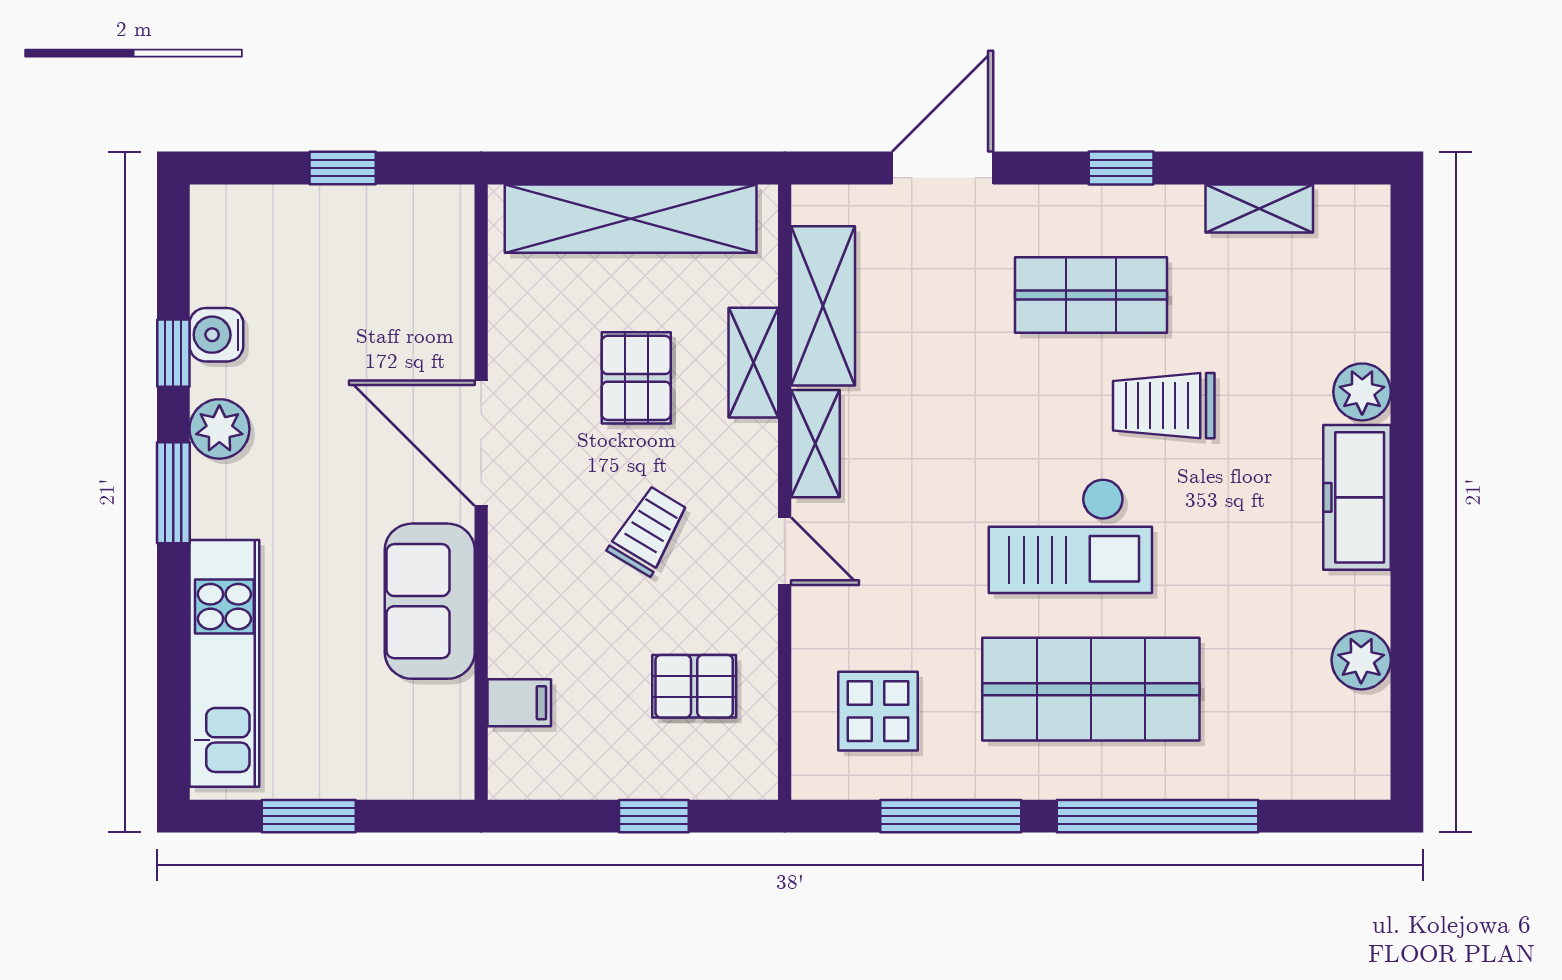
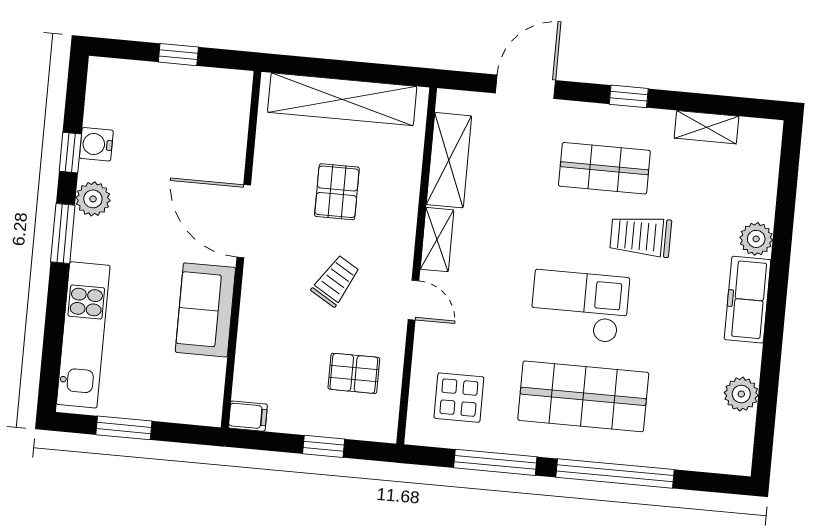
shelving: (753, 363) -> (406, 189), removed
checkout: (1070, 536) -> (580, 306), turned 180
filing cabinet: (519, 703) -> (248, 416), moved

